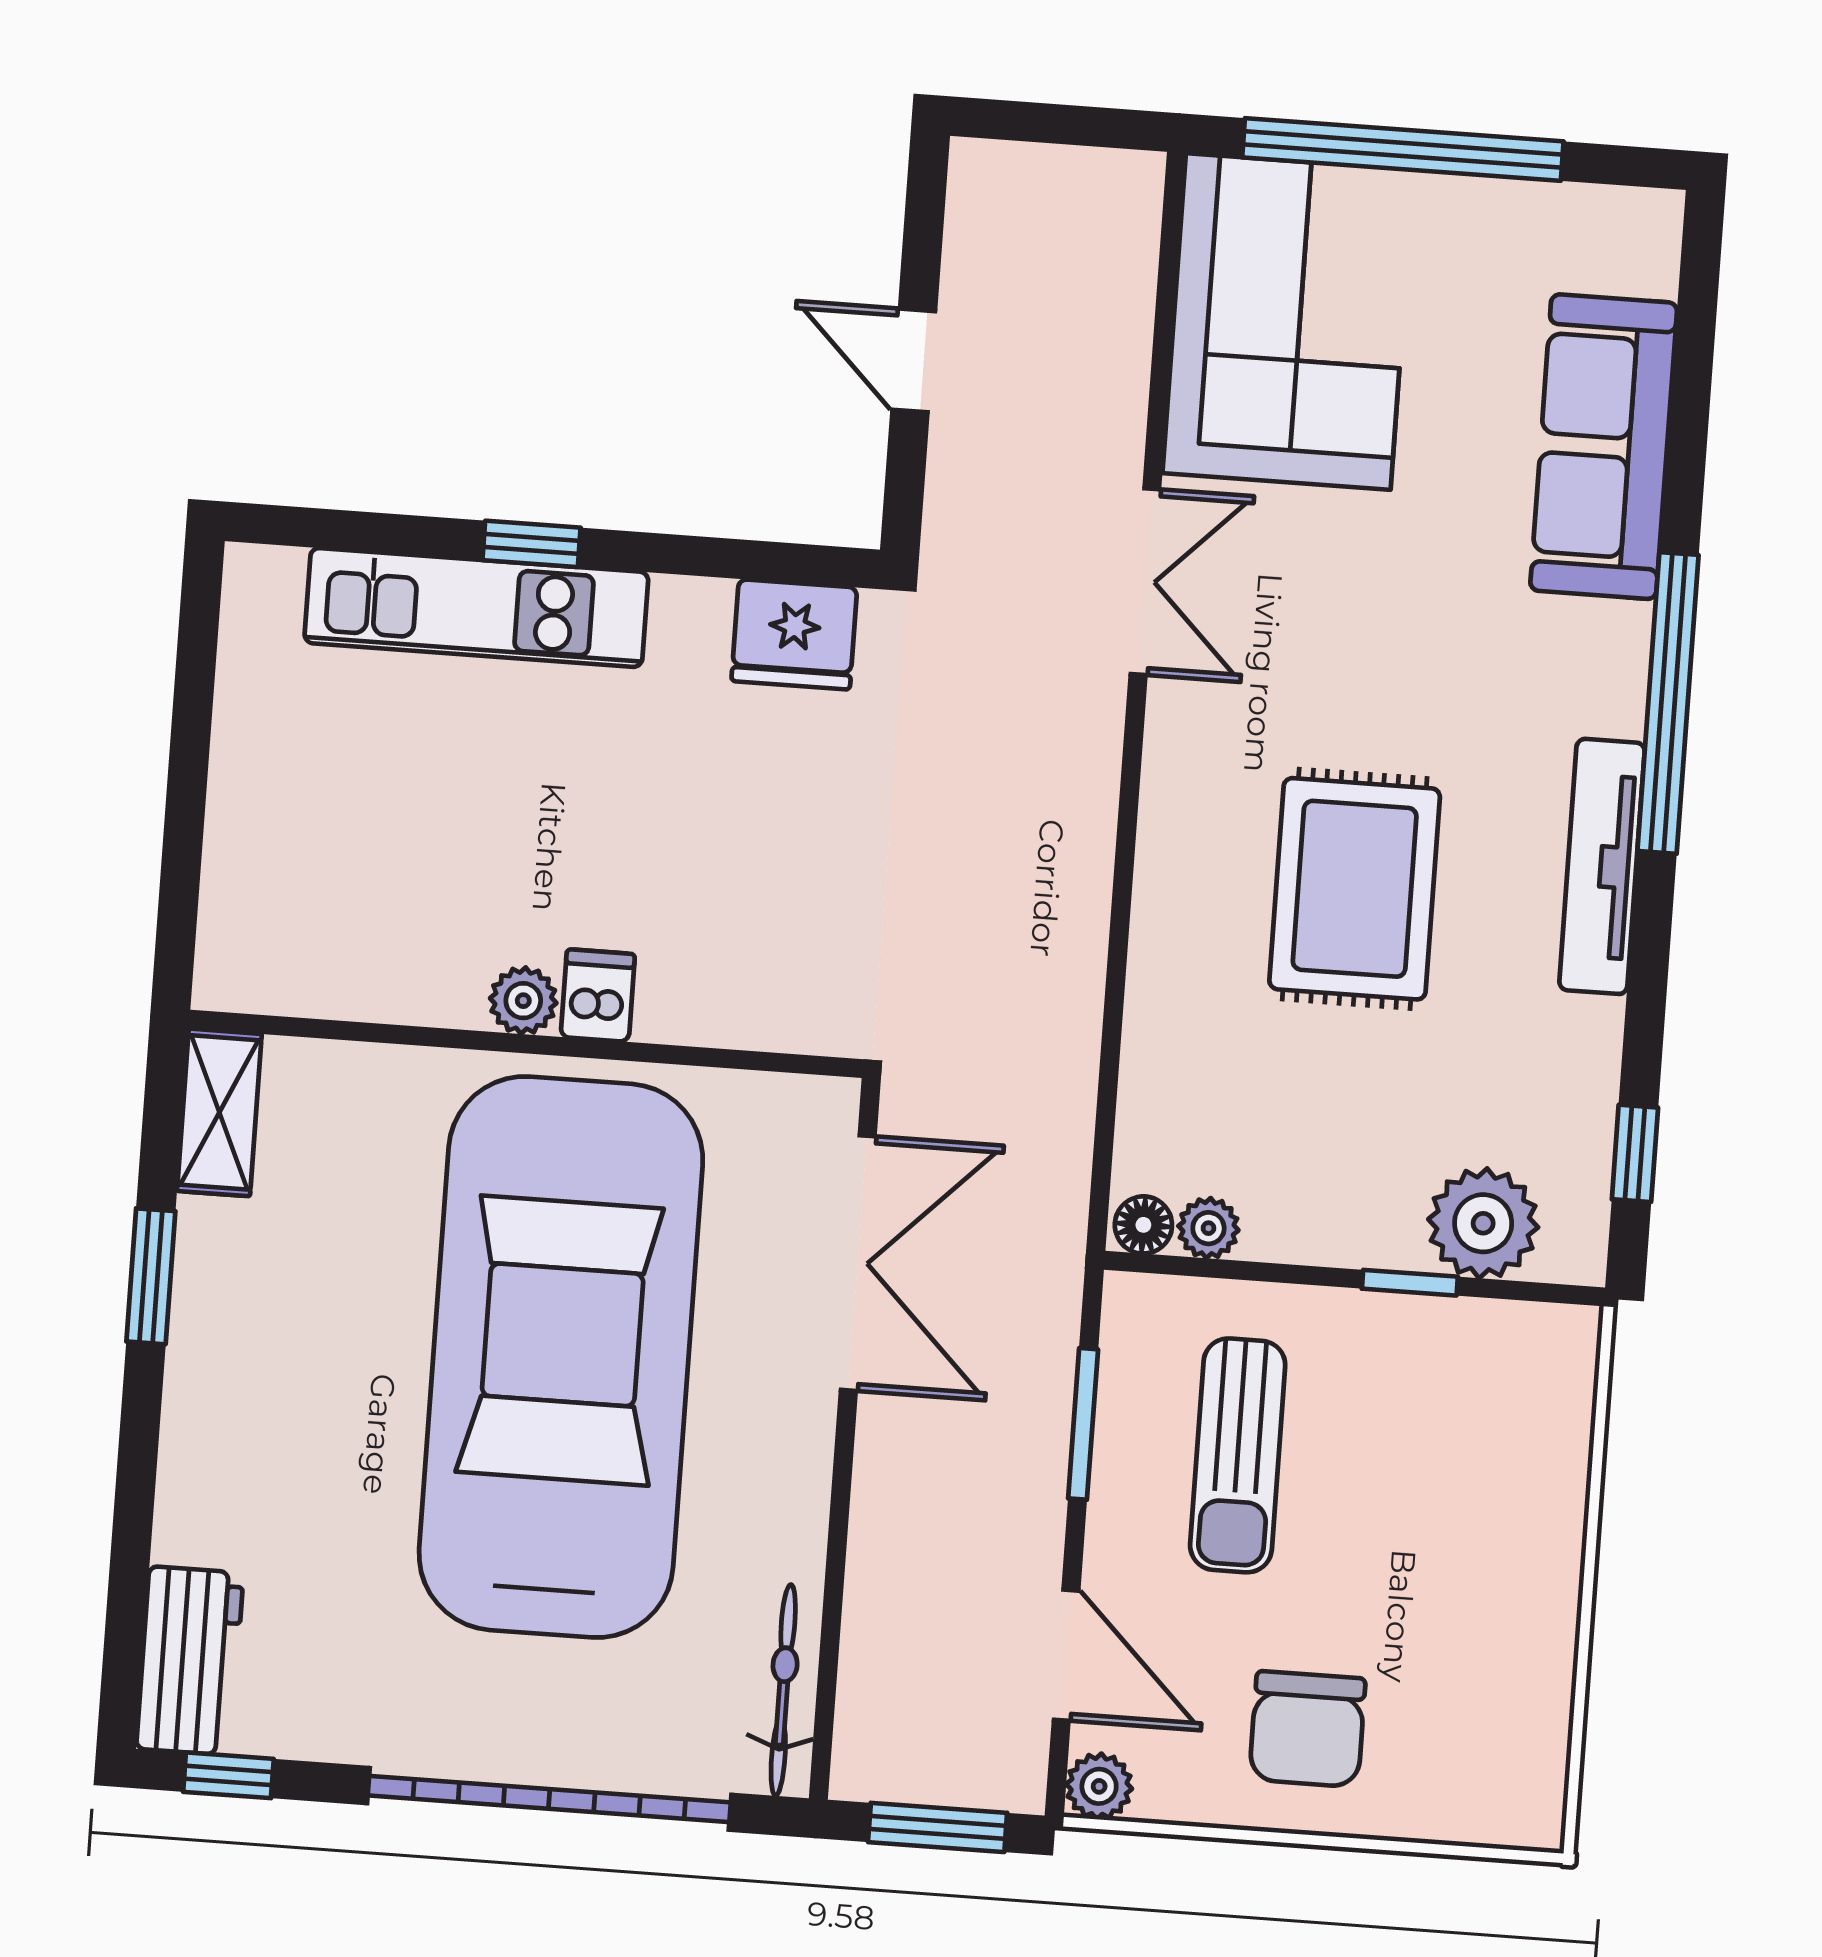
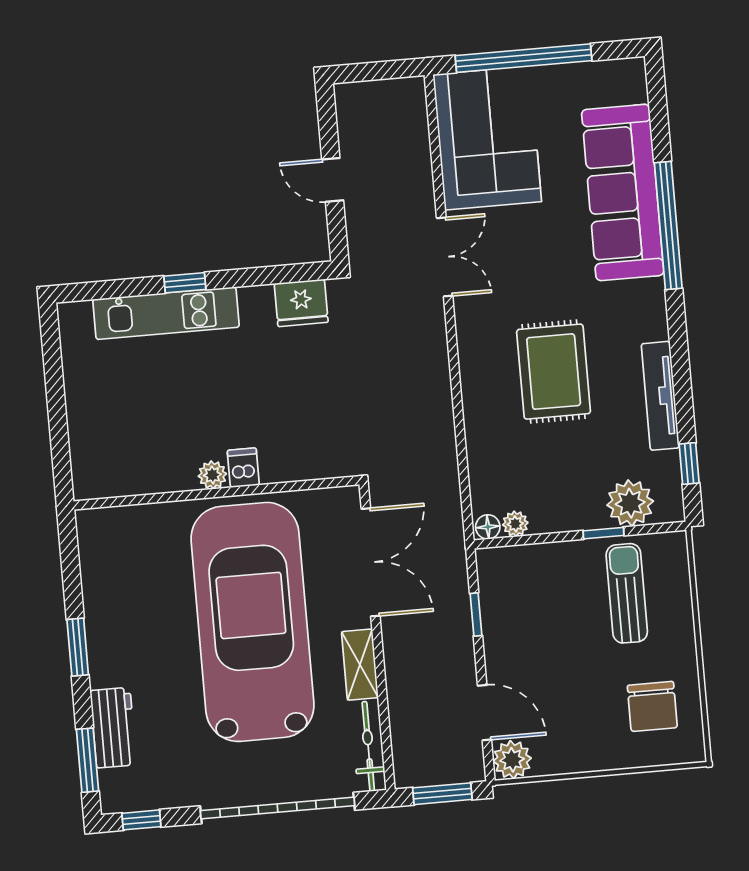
sofa: (1604, 447) -> (623, 192), width x1.36, depth x1.27
window: (1668, 703) -> (668, 226), moved
tv unit: (1602, 866) -> (660, 396), moved
shelving: (219, 1112) -> (360, 665), moved
window: (151, 1276) -> (78, 647), moved
window: (1083, 1424) -> (476, 614), width x0.67
sun lounger: (1238, 1455) -> (627, 593), moved, turned 180
window: (126, 1616) -> (88, 760), added
workbench: (190, 1661) -> (113, 728), moved
chair: (1307, 1729) -> (652, 706), moved
plant: (1099, 1786) -> (512, 760), width x1.38, depth x1.38

